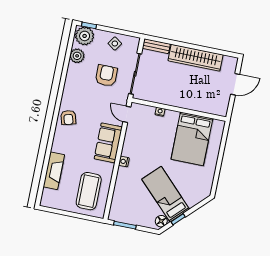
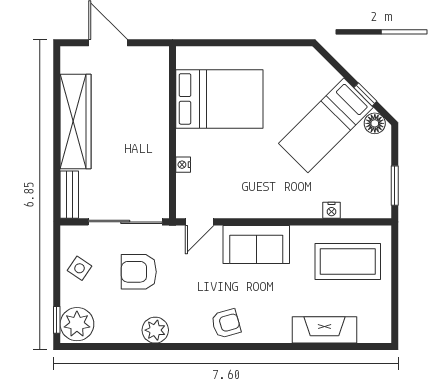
plant: (77, 56) -> (155, 330), moved
nightstand: (124, 162) -> (332, 210), moved

